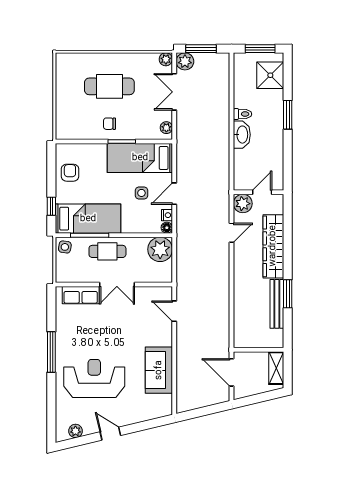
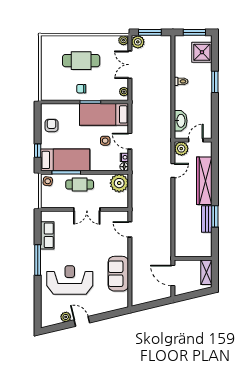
washbasin: (242, 135) -> (181, 121), moved
door: (174, 194) -> (130, 141), hinge flipped
row of seats: (81, 295) -> (47, 235), moved, turned -90
bench: (277, 304) -> (207, 219), width x0.73
plant: (76, 431) -> (66, 317), moved

